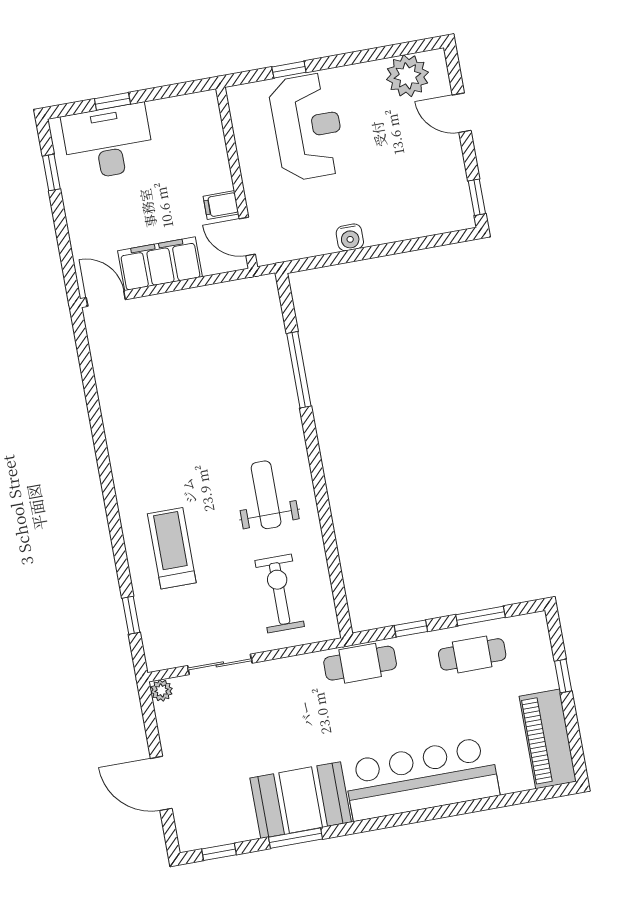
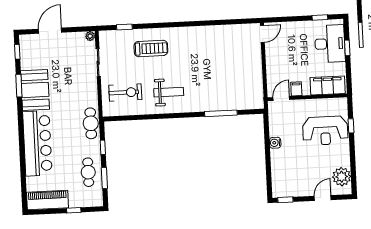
filing cabinet: (160, 264) -> (328, 85), moved, turned -90

